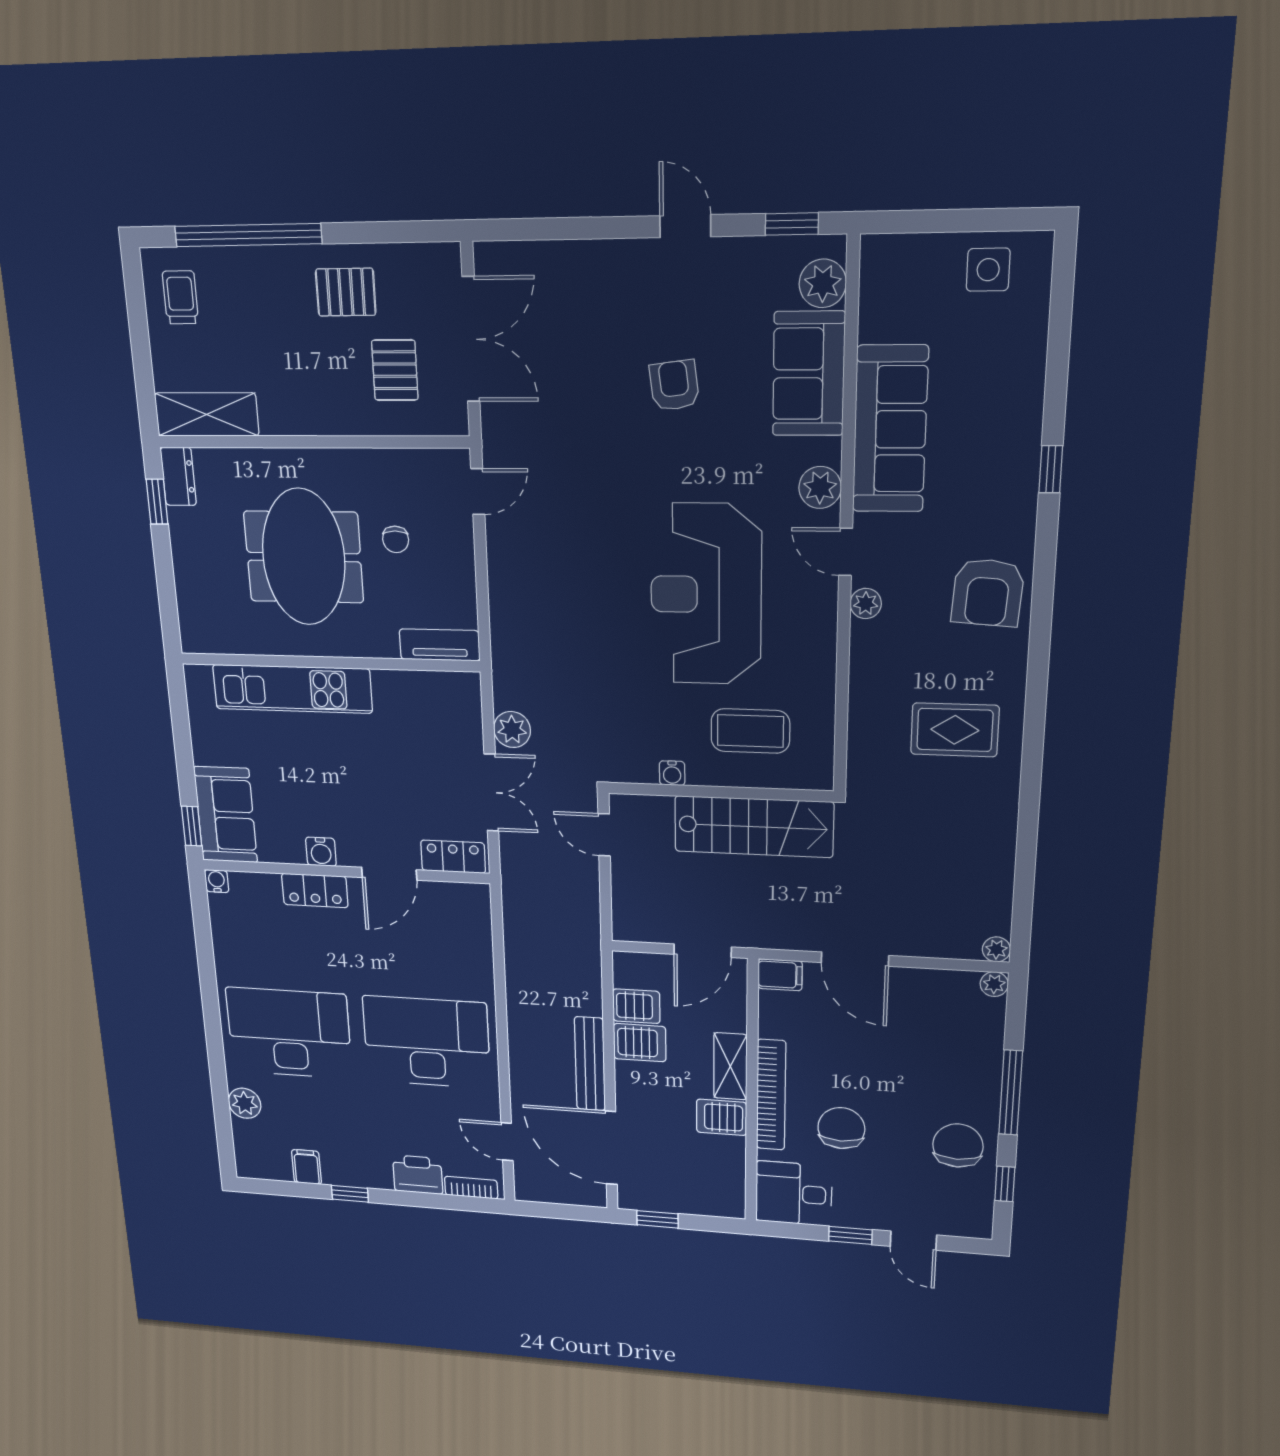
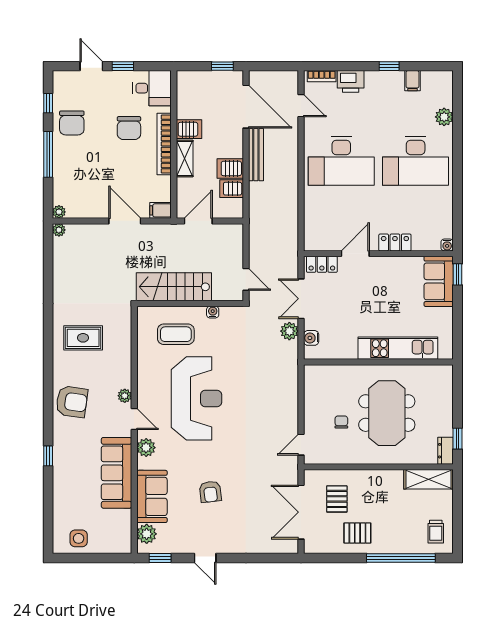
armchair: (988, 593) -> (72, 402), turned 94
tv unit: (440, 645) -> (323, 372), removed
water cooler: (321, 852) -> (311, 338), moved, turned -90

